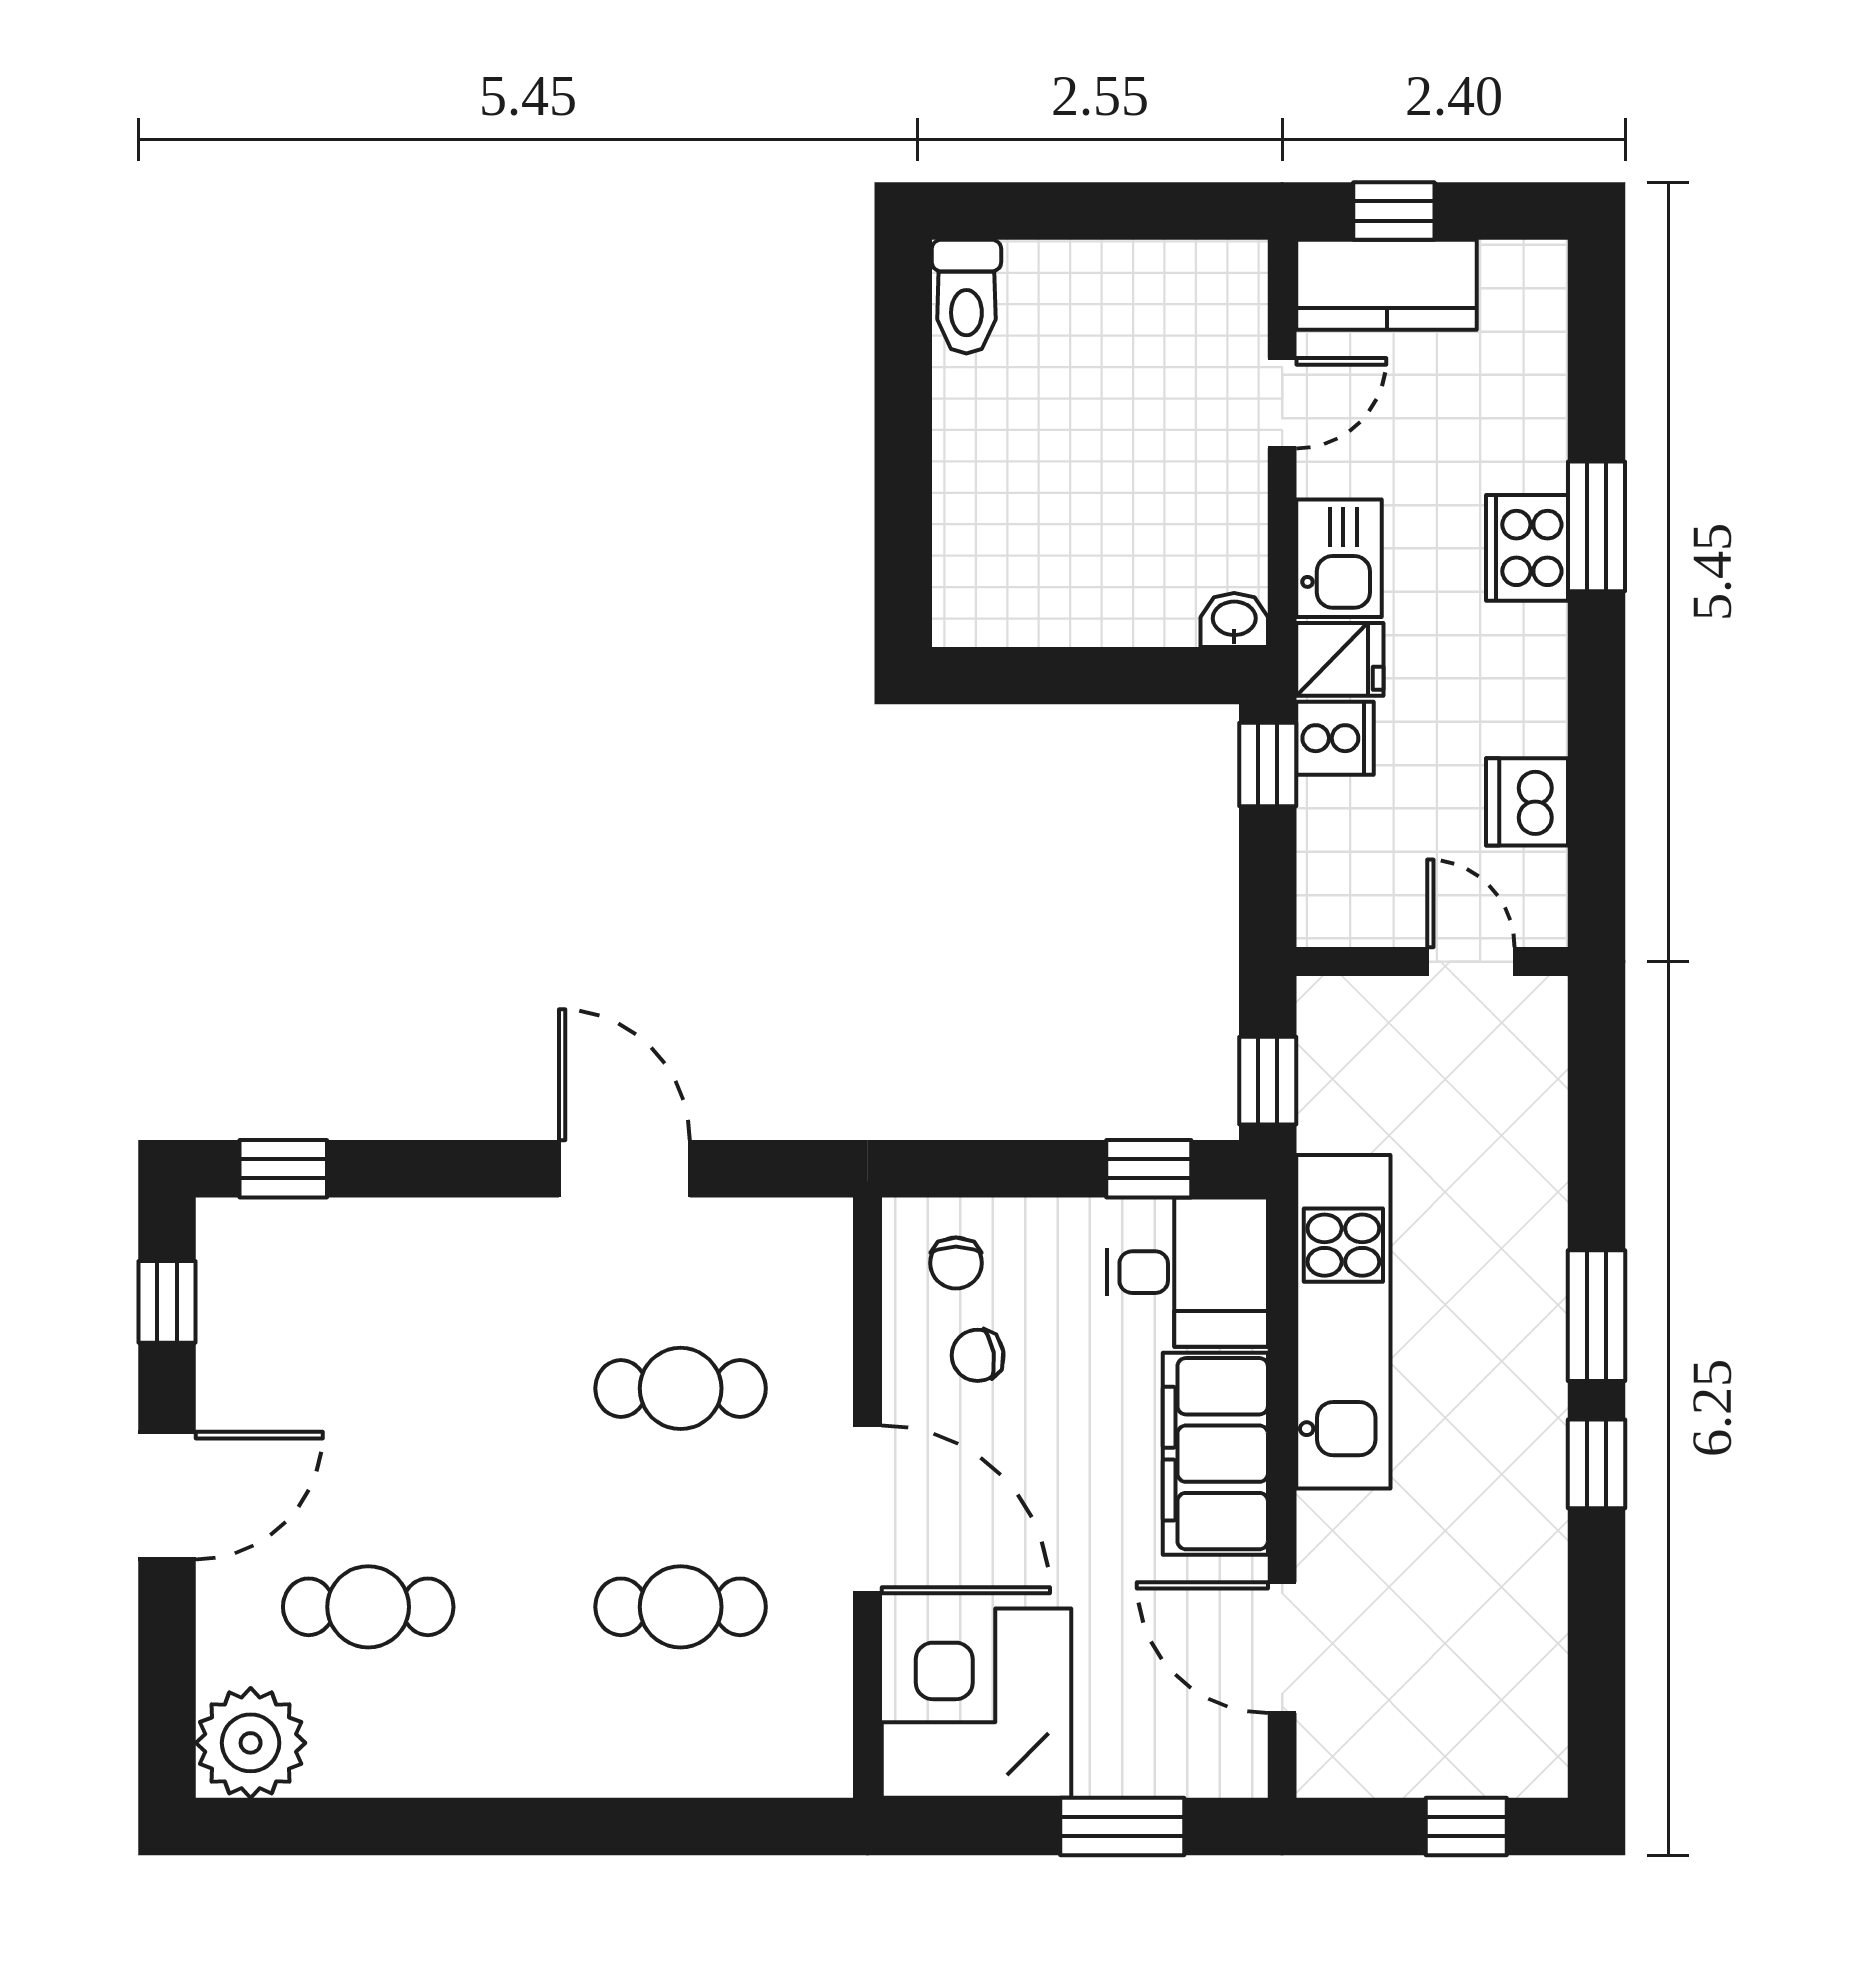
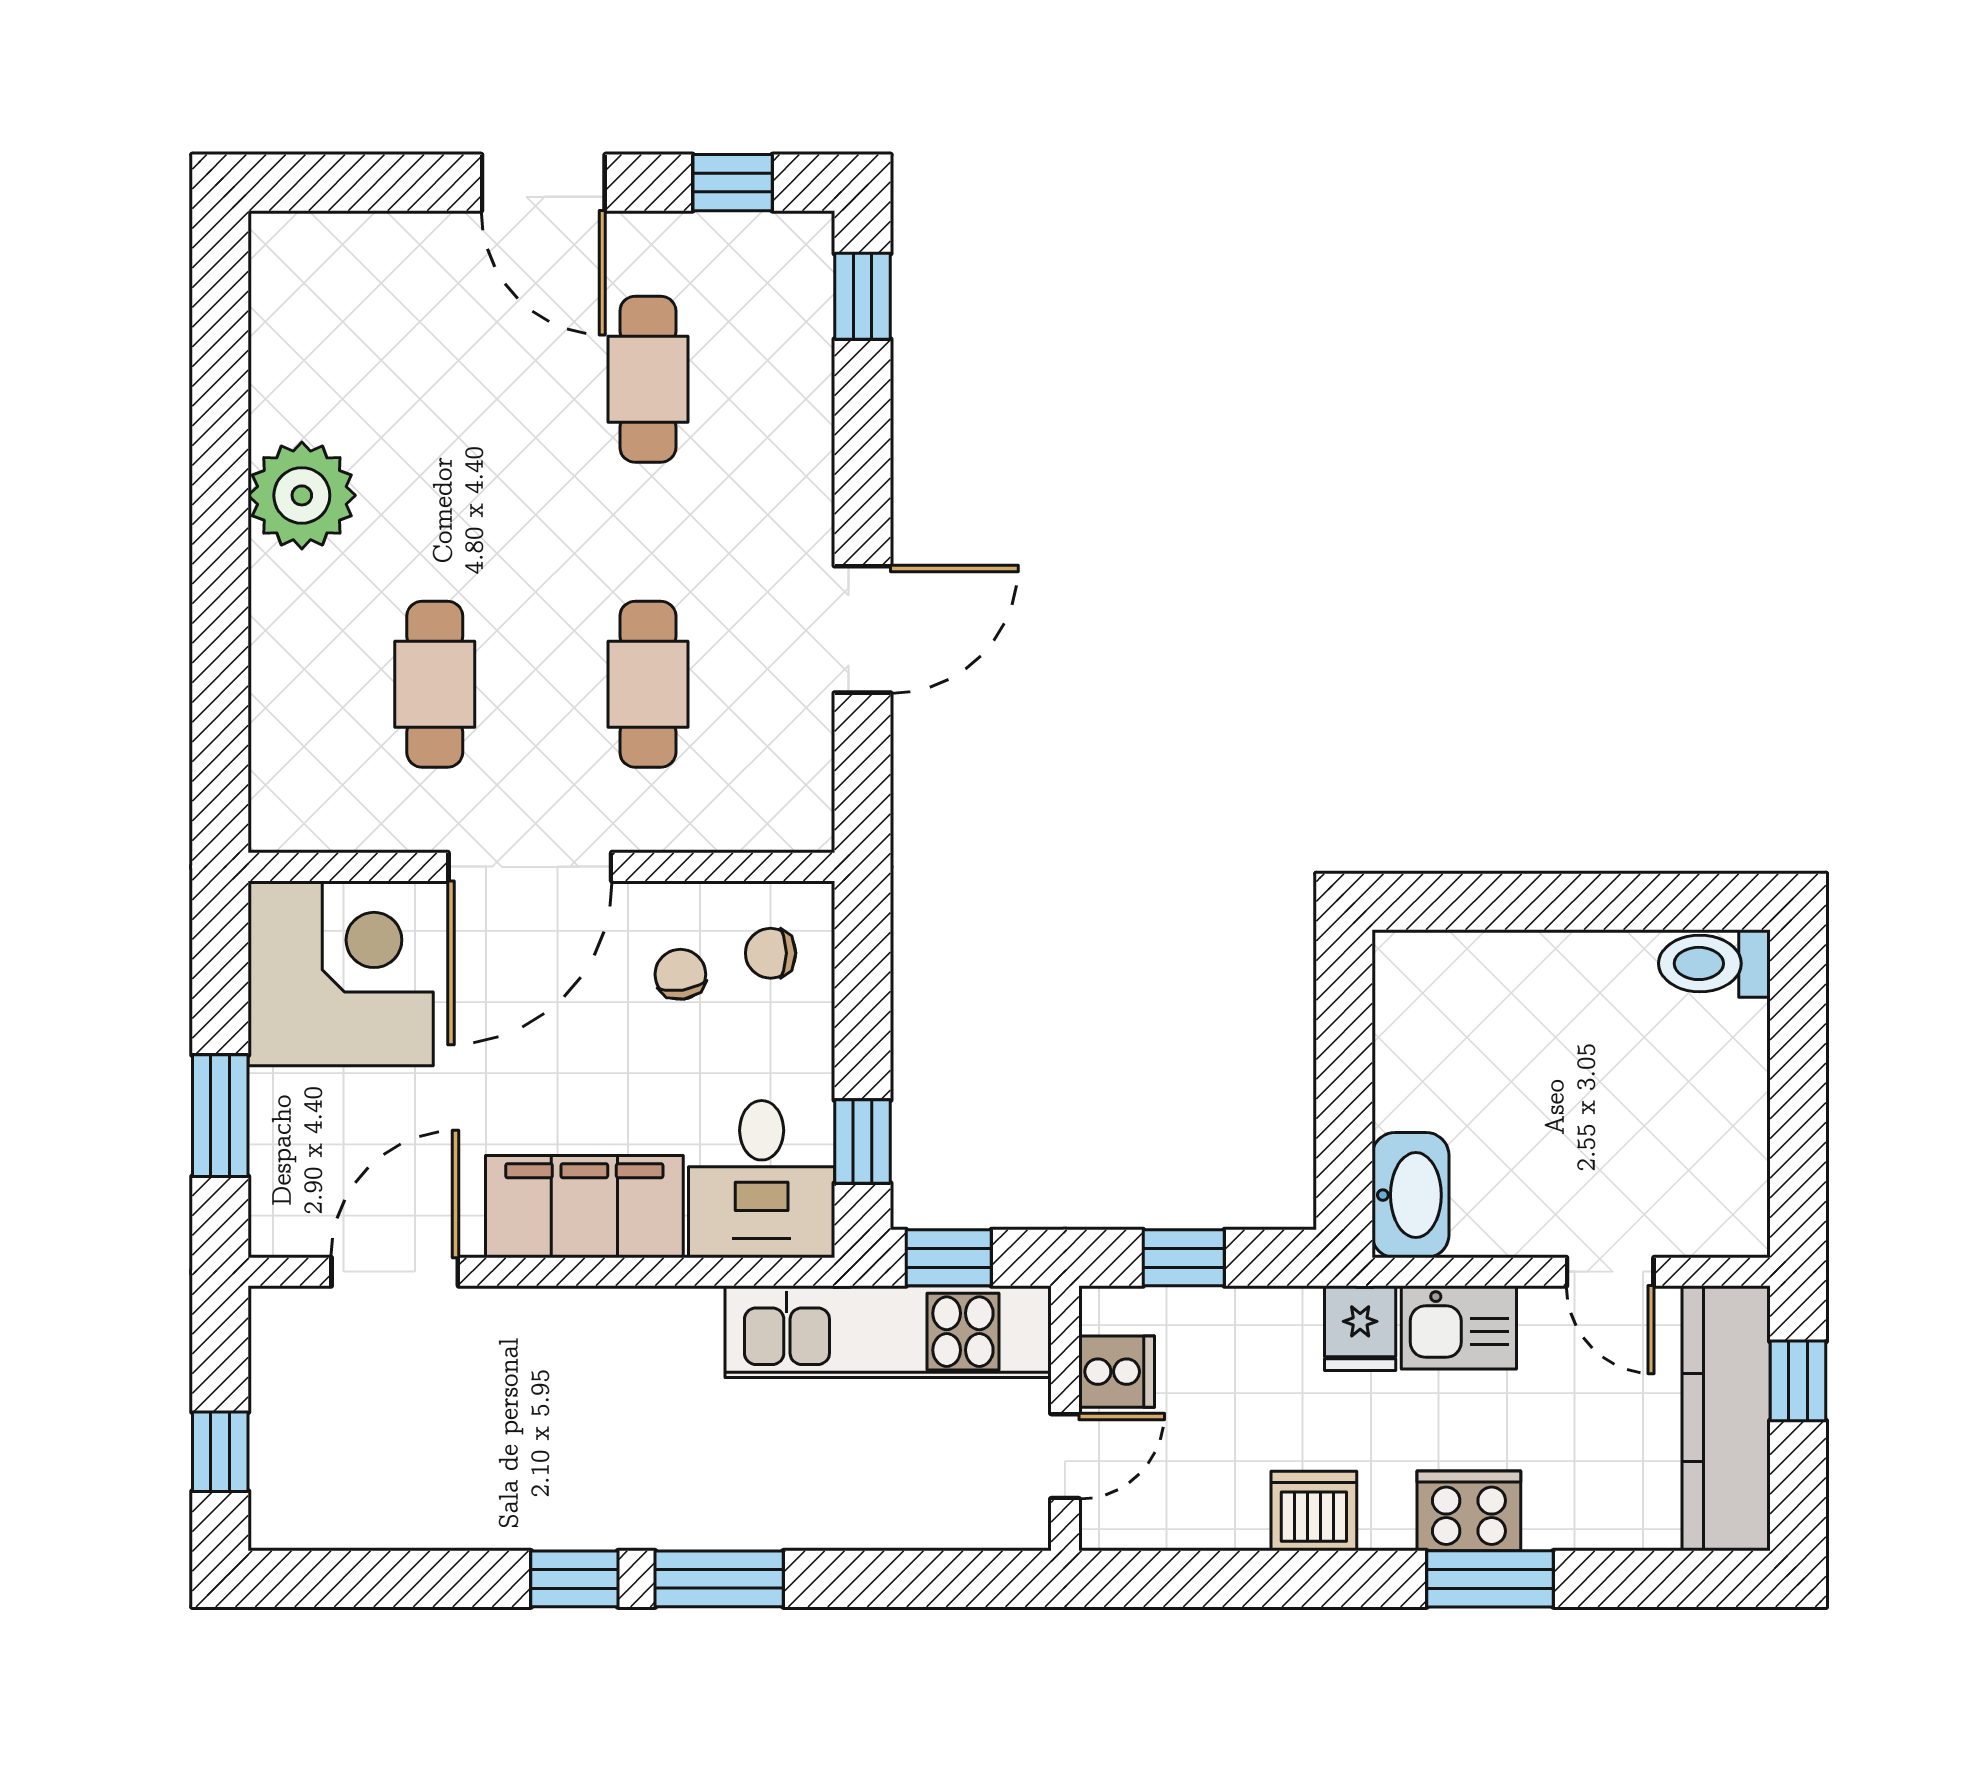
kitchen counter: (1387, 285) -> (1726, 1418), width x1.50
washbasin: (1234, 620) -> (1410, 1195), width x1.91, depth x1.45
cooker: (1335, 738) -> (1117, 1372), moved, turned -90
window: (1268, 765) -> (1184, 1258), moved
dishwasher: (1527, 802) -> (1314, 1511), moved
kitchen unit: (1343, 1322) -> (888, 1332), moved
cafe table: (368, 1607) -> (648, 379), moved
plant: (251, 1743) -> (302, 495), moved

